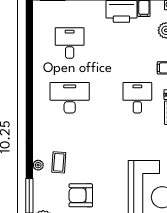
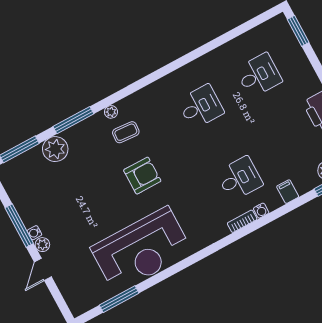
desk: (70, 98) -> (201, 107), width x0.73
armchair: (81, 195) -> (142, 176), moved, turned 90

